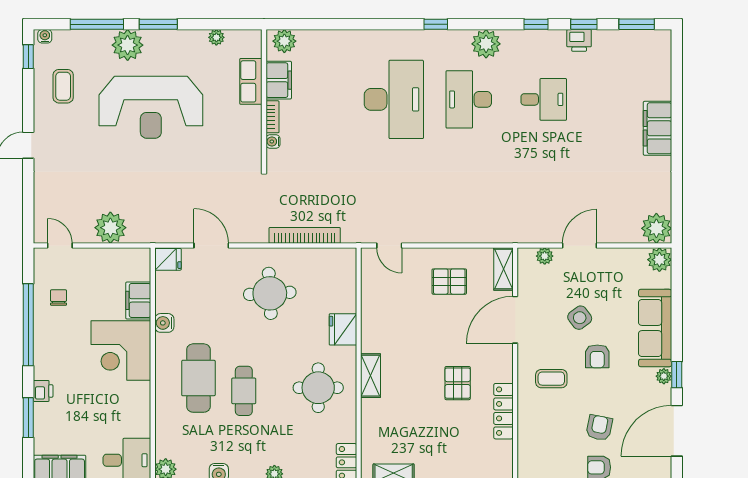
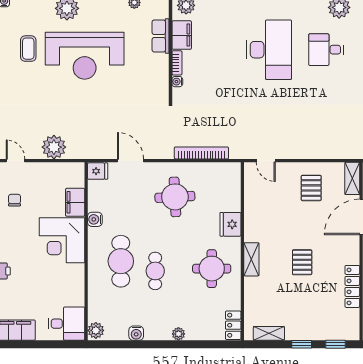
coffee table: (63, 86) -> (28, 49), moved
desk: (469, 99) -> (326, 50), width x0.73
pallet: (449, 282) -> (311, 188), turned 90
pallet: (458, 383) -> (302, 262), moved

